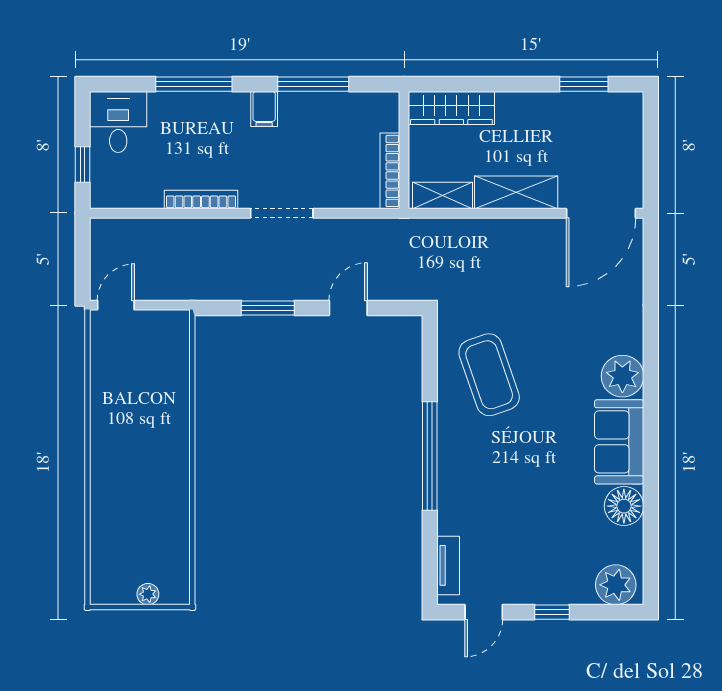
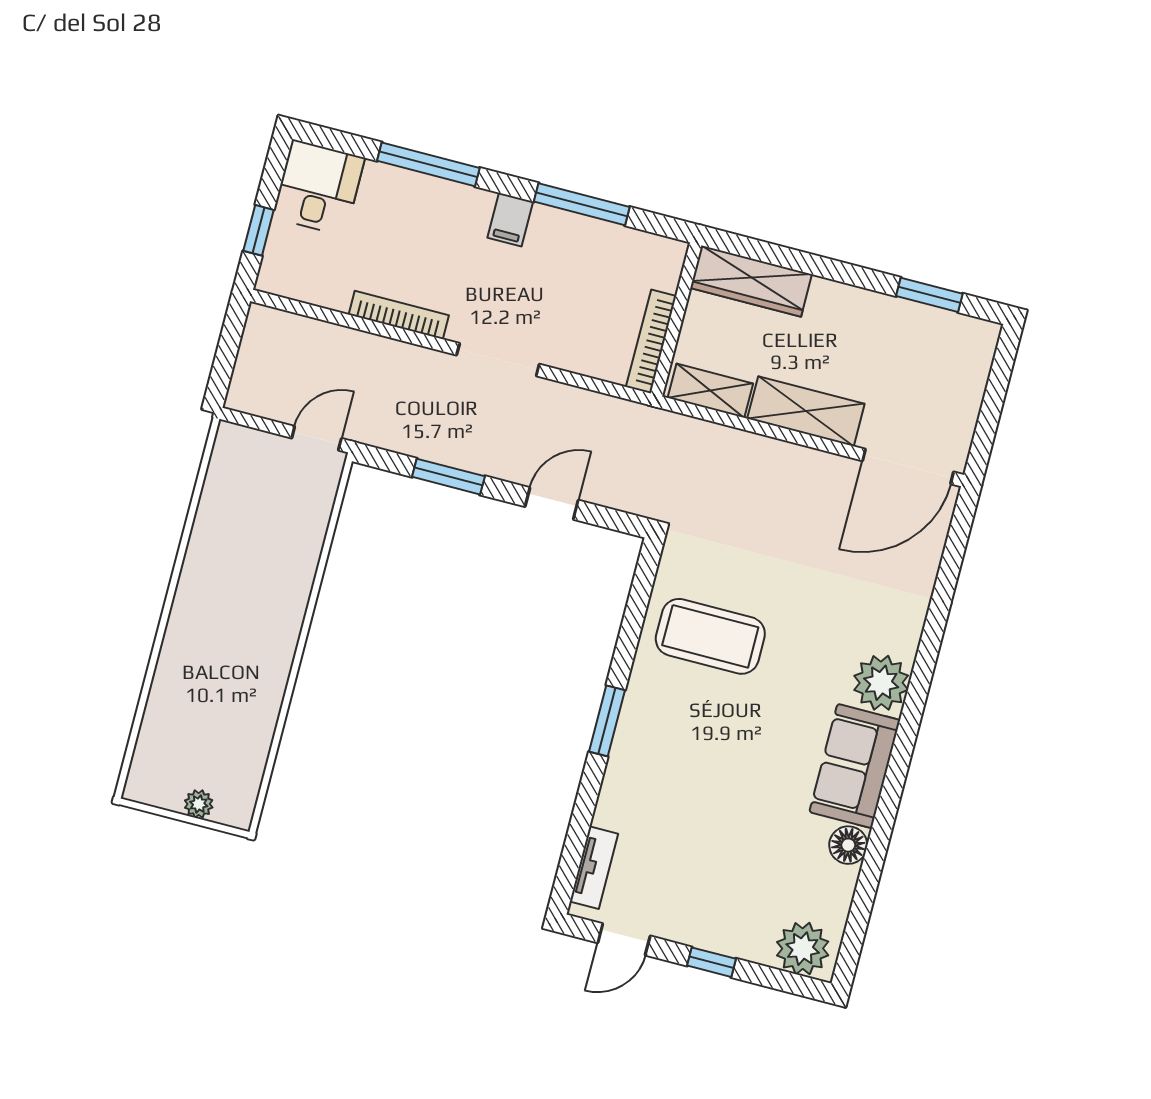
door: (116, 305) -> (317, 438), moved
coffee table: (489, 375) -> (710, 636), turned -71
window: (430, 456) -> (607, 721), width x0.47
floor lamp: (624, 506) -> (848, 845), width x0.73, depth x0.73

